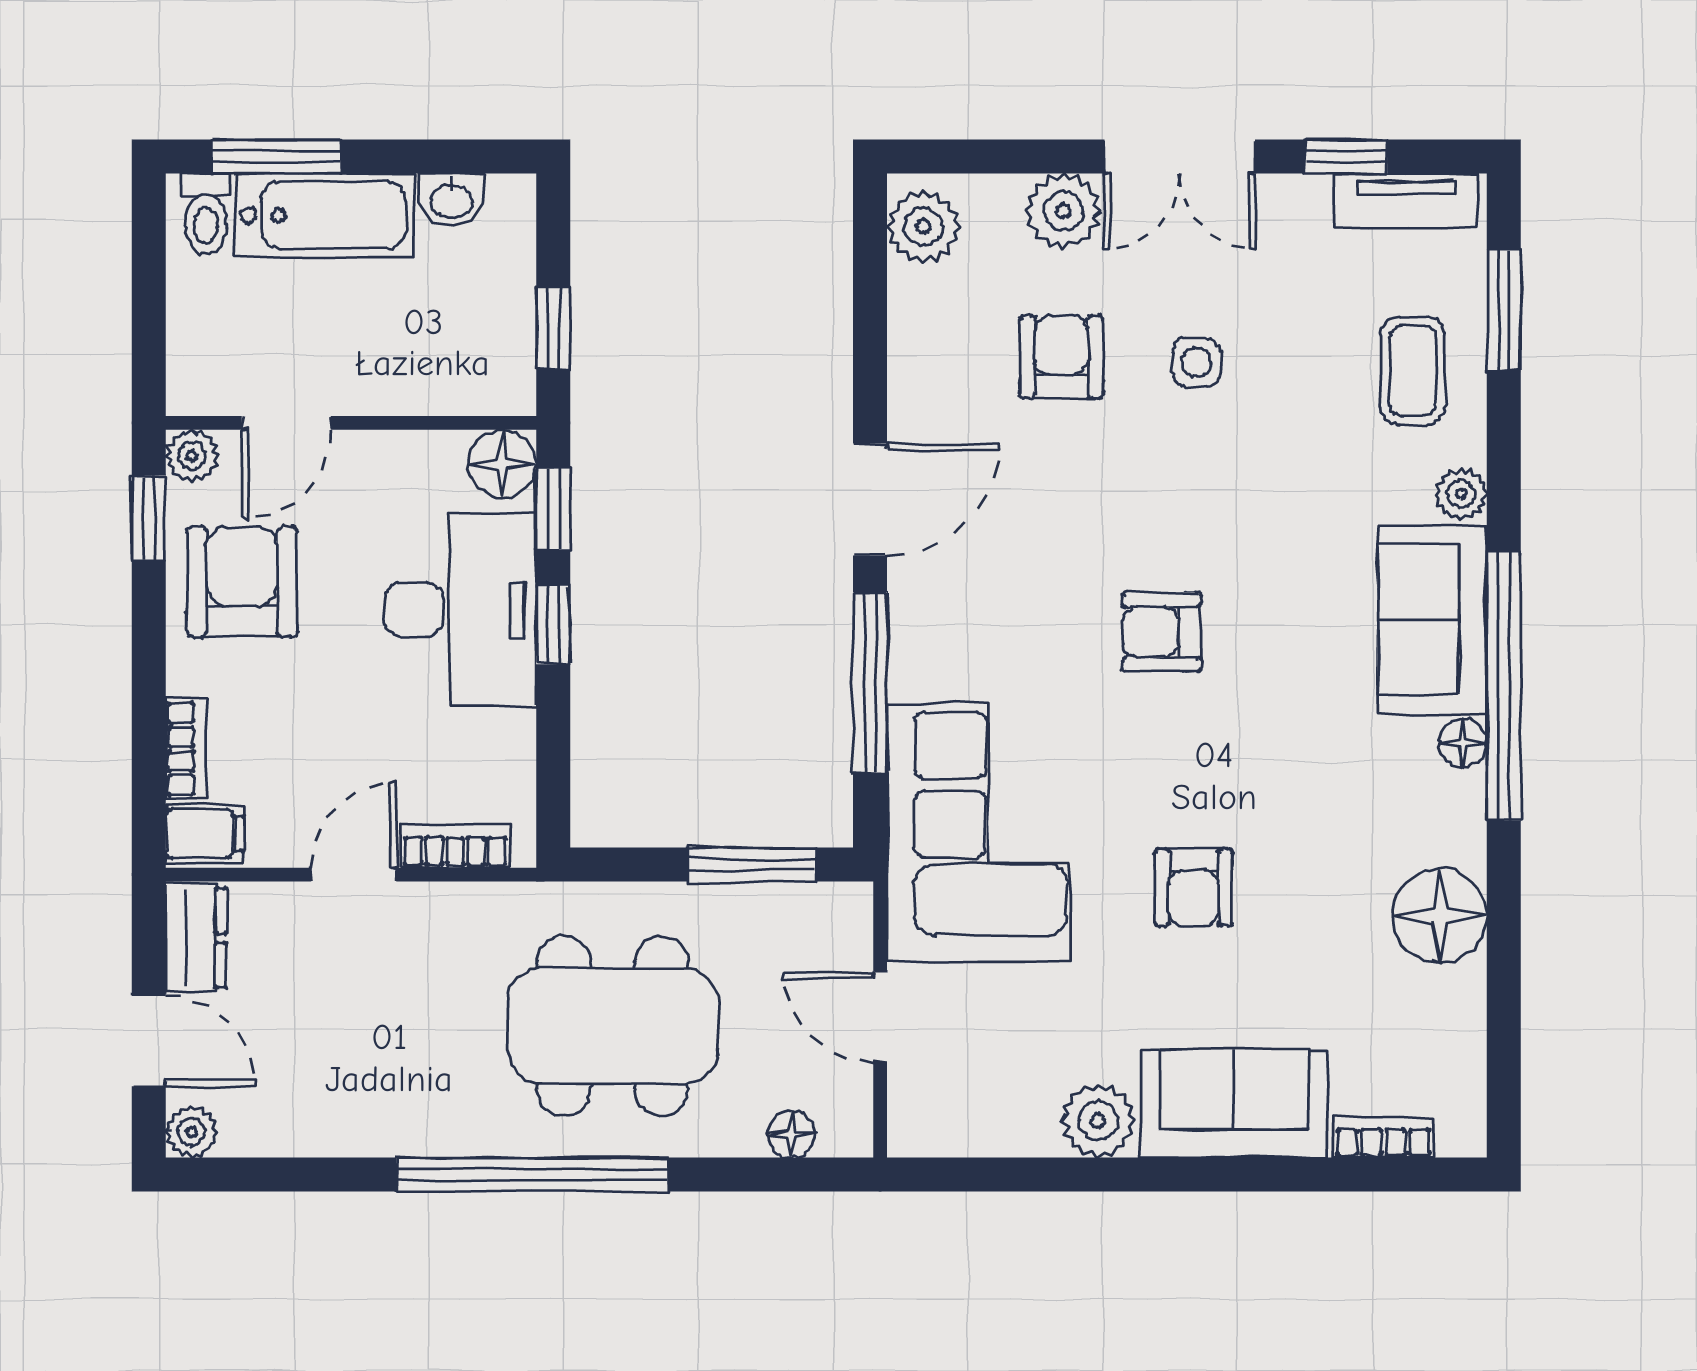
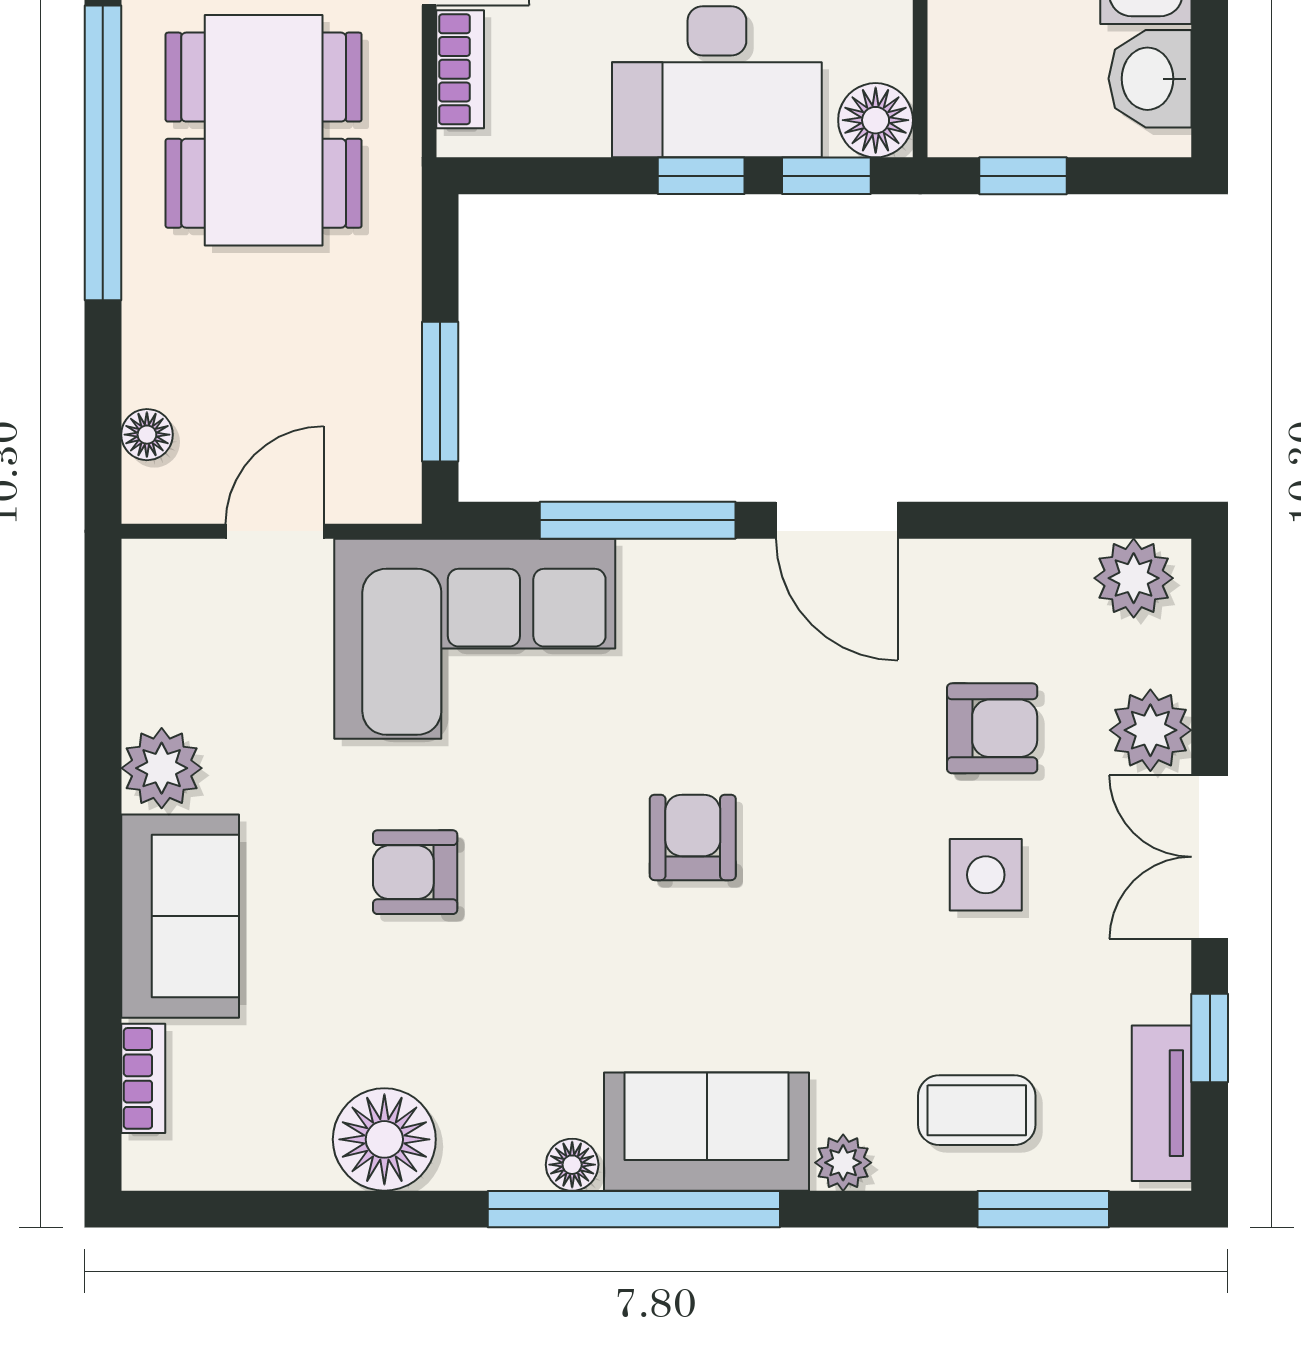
washbasin: (451, 200) -> (1150, 79), width x1.38, depth x1.45
side table: (1196, 362) -> (986, 875), width x1.37, depth x1.37
dining table: (613, 1026) -> (264, 130), moved

